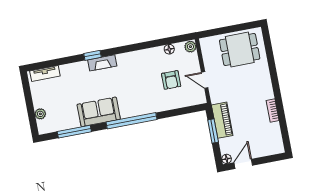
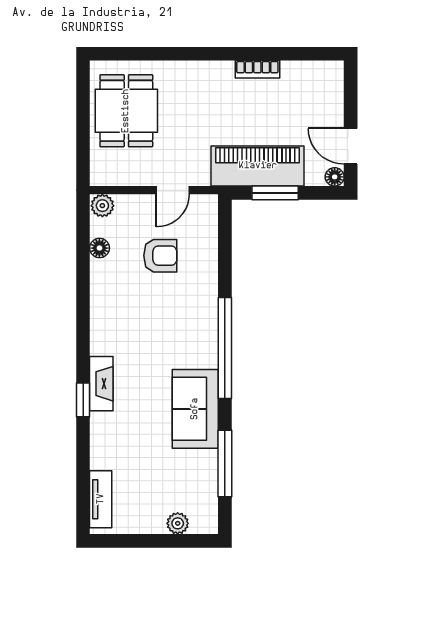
piano: (222, 120) -> (258, 166), width x1.37, depth x1.33

